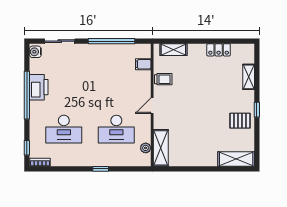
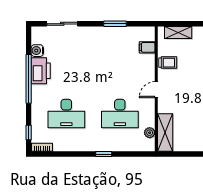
window: (112, 41) -> (115, 24), width x0.47
water cooler: (35, 52) -> (37, 51), moved

